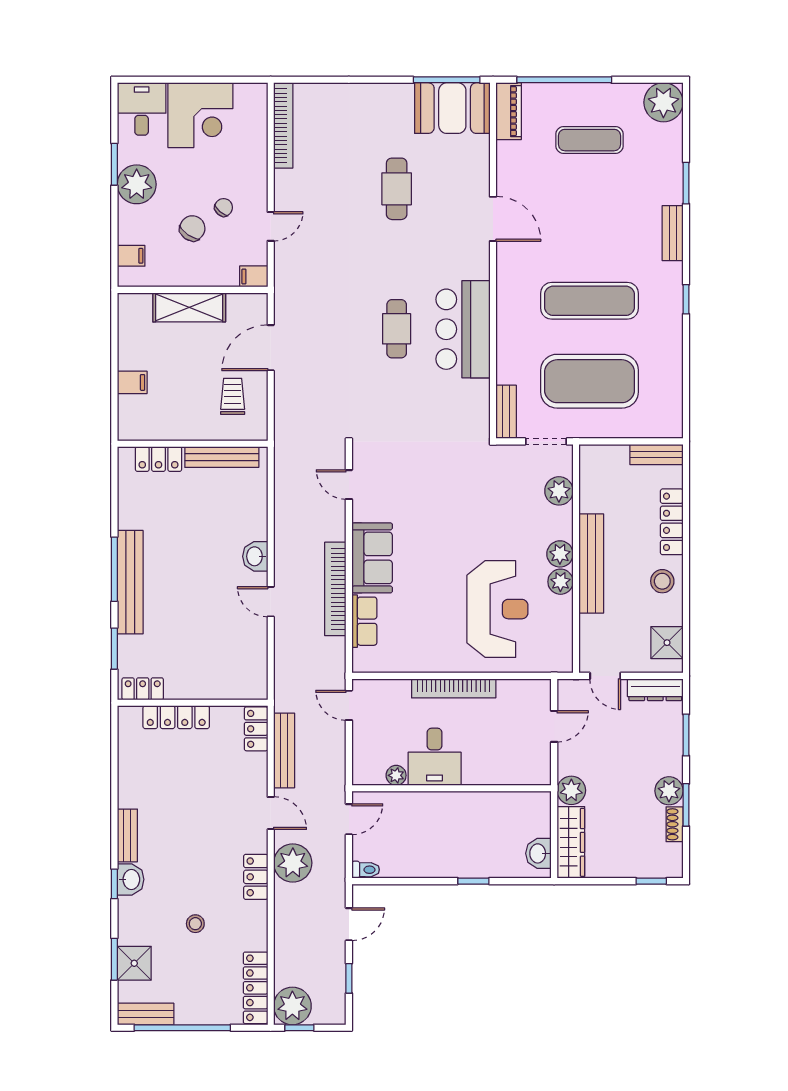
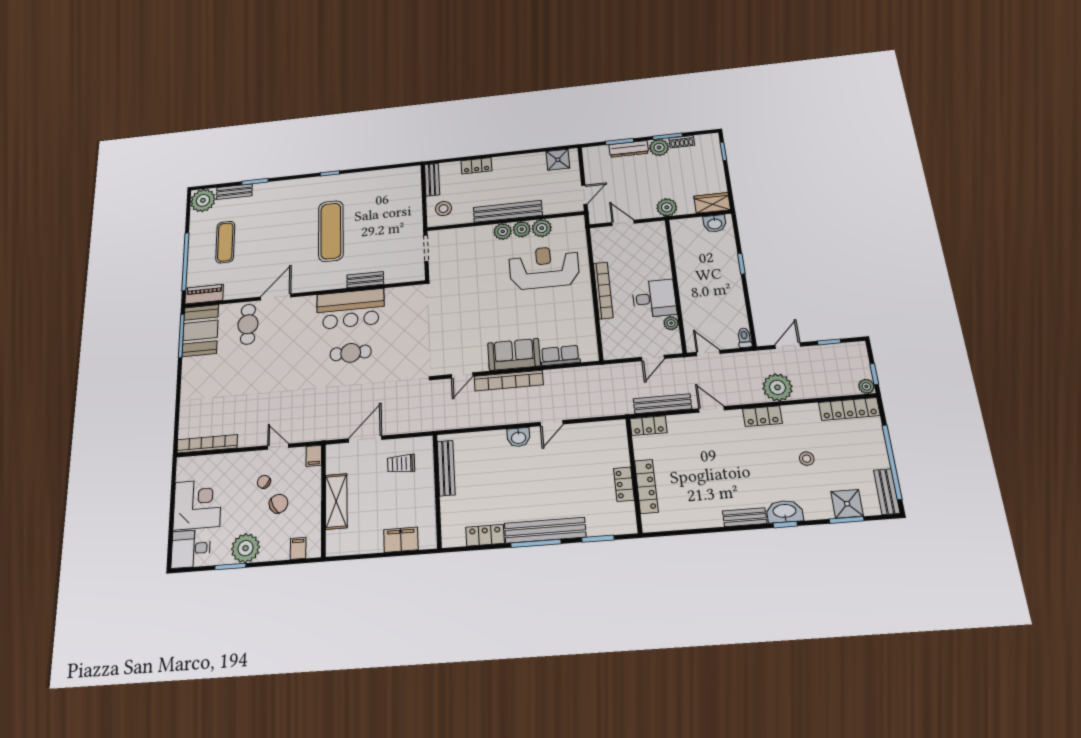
cafe table: (397, 189) -> (248, 324), moved, turned 90
chair: (192, 228) -> (279, 504), turned 116
bench: (673, 233) -> (234, 192), moved
door: (271, 348) -> (365, 439), swing flipped
exercise mat: (589, 381) -> (384, 225), removed
filing cabinet: (132, 382) -> (401, 540), width x2.00
bench: (506, 412) -> (365, 280), moved
locker: (158, 459) -> (485, 535), moved, turned -90
plant: (559, 491) -> (542, 228), moved
locker: (672, 522) -> (476, 166), width x0.66
stool: (662, 581) -> (443, 209), moved
bookcase: (335, 589) -> (509, 381), moved
locker: (143, 689) -> (624, 484), moved
dresser: (655, 690) -> (629, 149), moved, turned 90
door: (349, 705) -> (653, 358), moved
door: (271, 813) -> (711, 409), hinge flipped
wardrobe: (571, 842) -> (712, 203), width x0.67
plant: (293, 863) -> (777, 387), moved
washbasin: (131, 879) -> (785, 511), width x1.38
door: (349, 924) -> (788, 346), hinge flipped
plant: (292, 1006) -> (866, 386), width x0.53, depth x0.53

